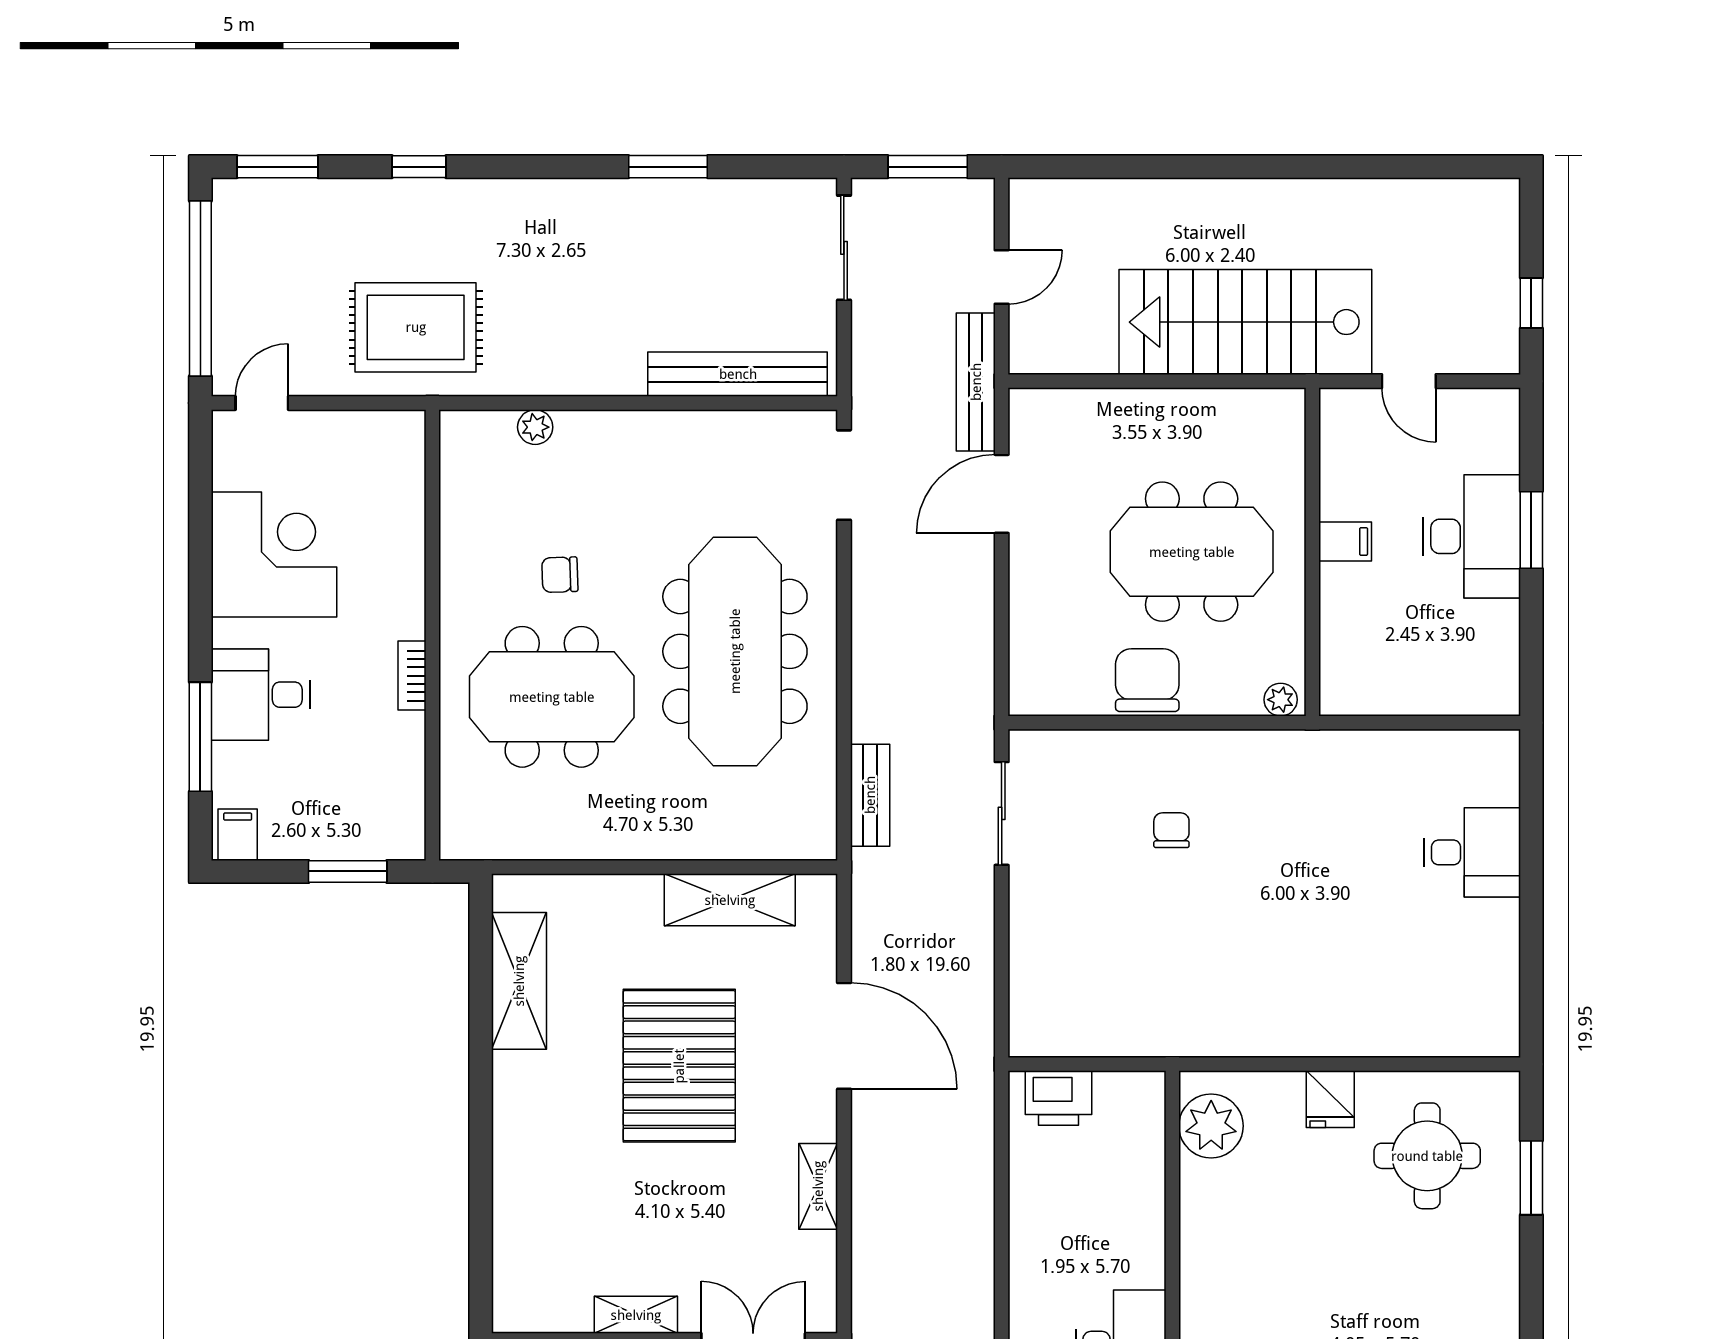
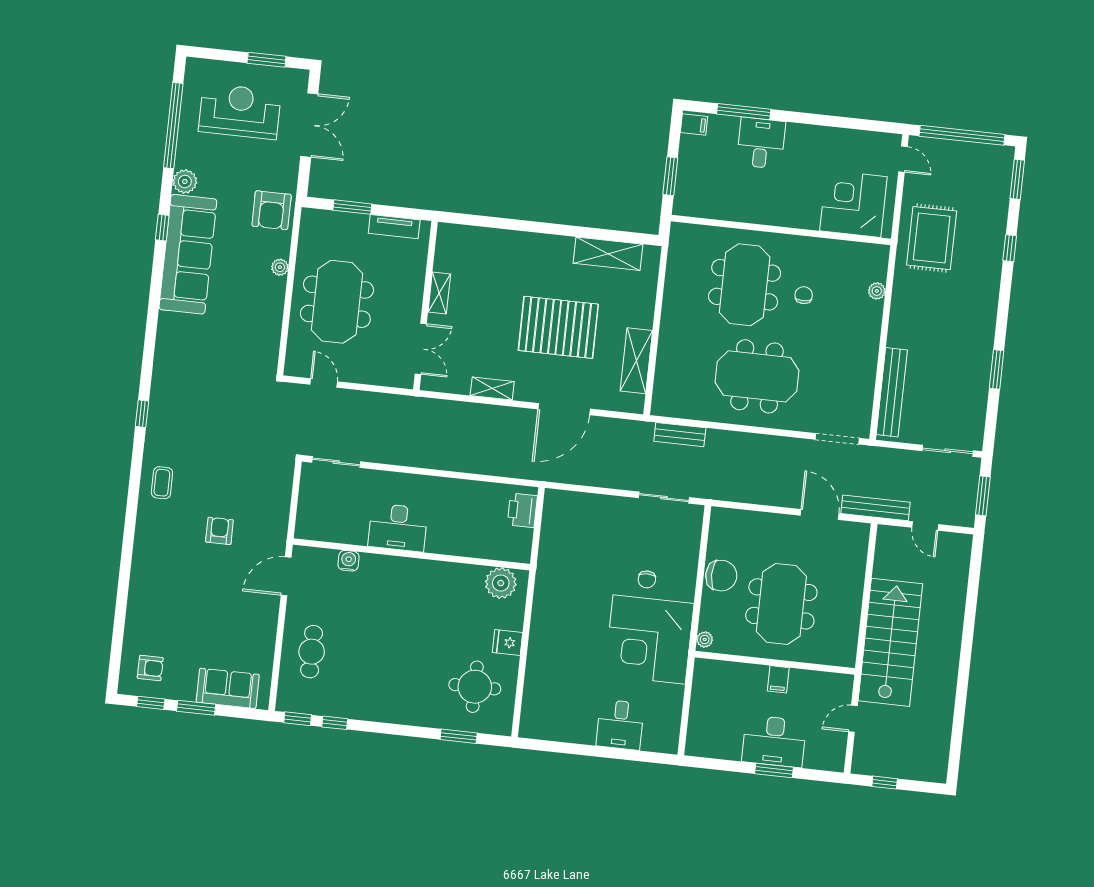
corner desk: (274, 554) -> (853, 204), moved, turned 180
meeting table: (735, 651) -> (757, 376), width x0.73
bookcase: (412, 676) -> (762, 218), removed
corner desk: (1293, 812) -> (649, 639), added
chair: (1171, 830) -> (647, 579), turned 90

